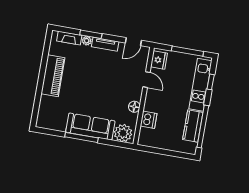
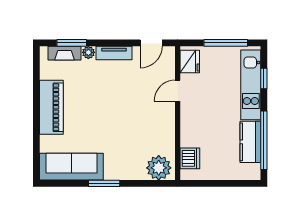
window: (91, 34) -> (72, 43), moved
door: (147, 80) -> (178, 91), swing flipped
floor lamp: (134, 107) -> (168, 130), removed
dishwasher: (149, 120) -> (190, 158), moved
sofa: (90, 127) -> (71, 167), moved
window: (82, 137) -> (104, 183), width x0.69

